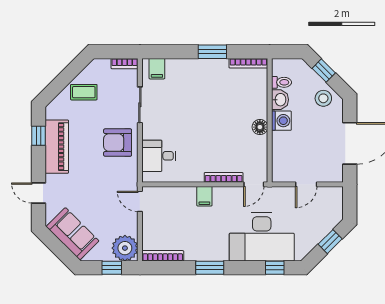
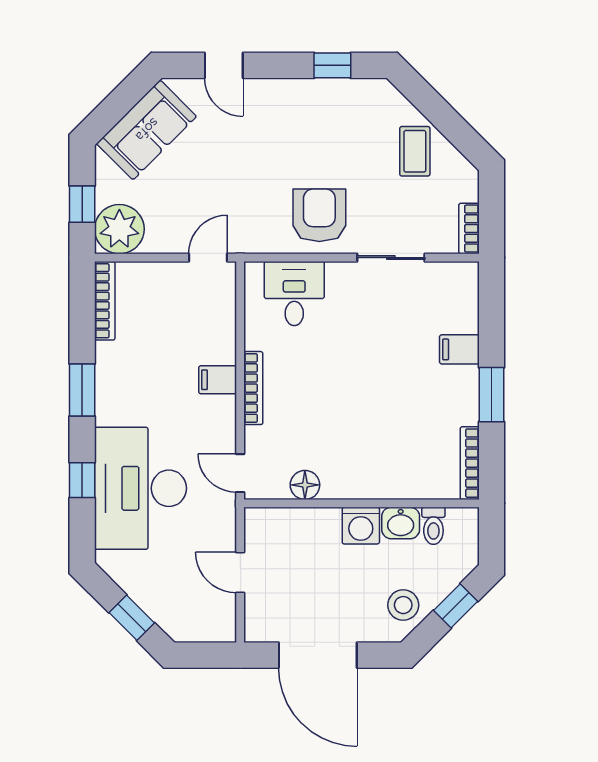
filing cabinet: (157, 69) -> (459, 349), moved
floor lamp: (260, 127) -> (305, 485), moved
piano: (57, 147) -> (312, 100), removed
bookcase: (224, 177) -> (253, 388), moved
door: (38, 193) -> (224, 65), swing flipped
window: (275, 268) -> (82, 480), moved

